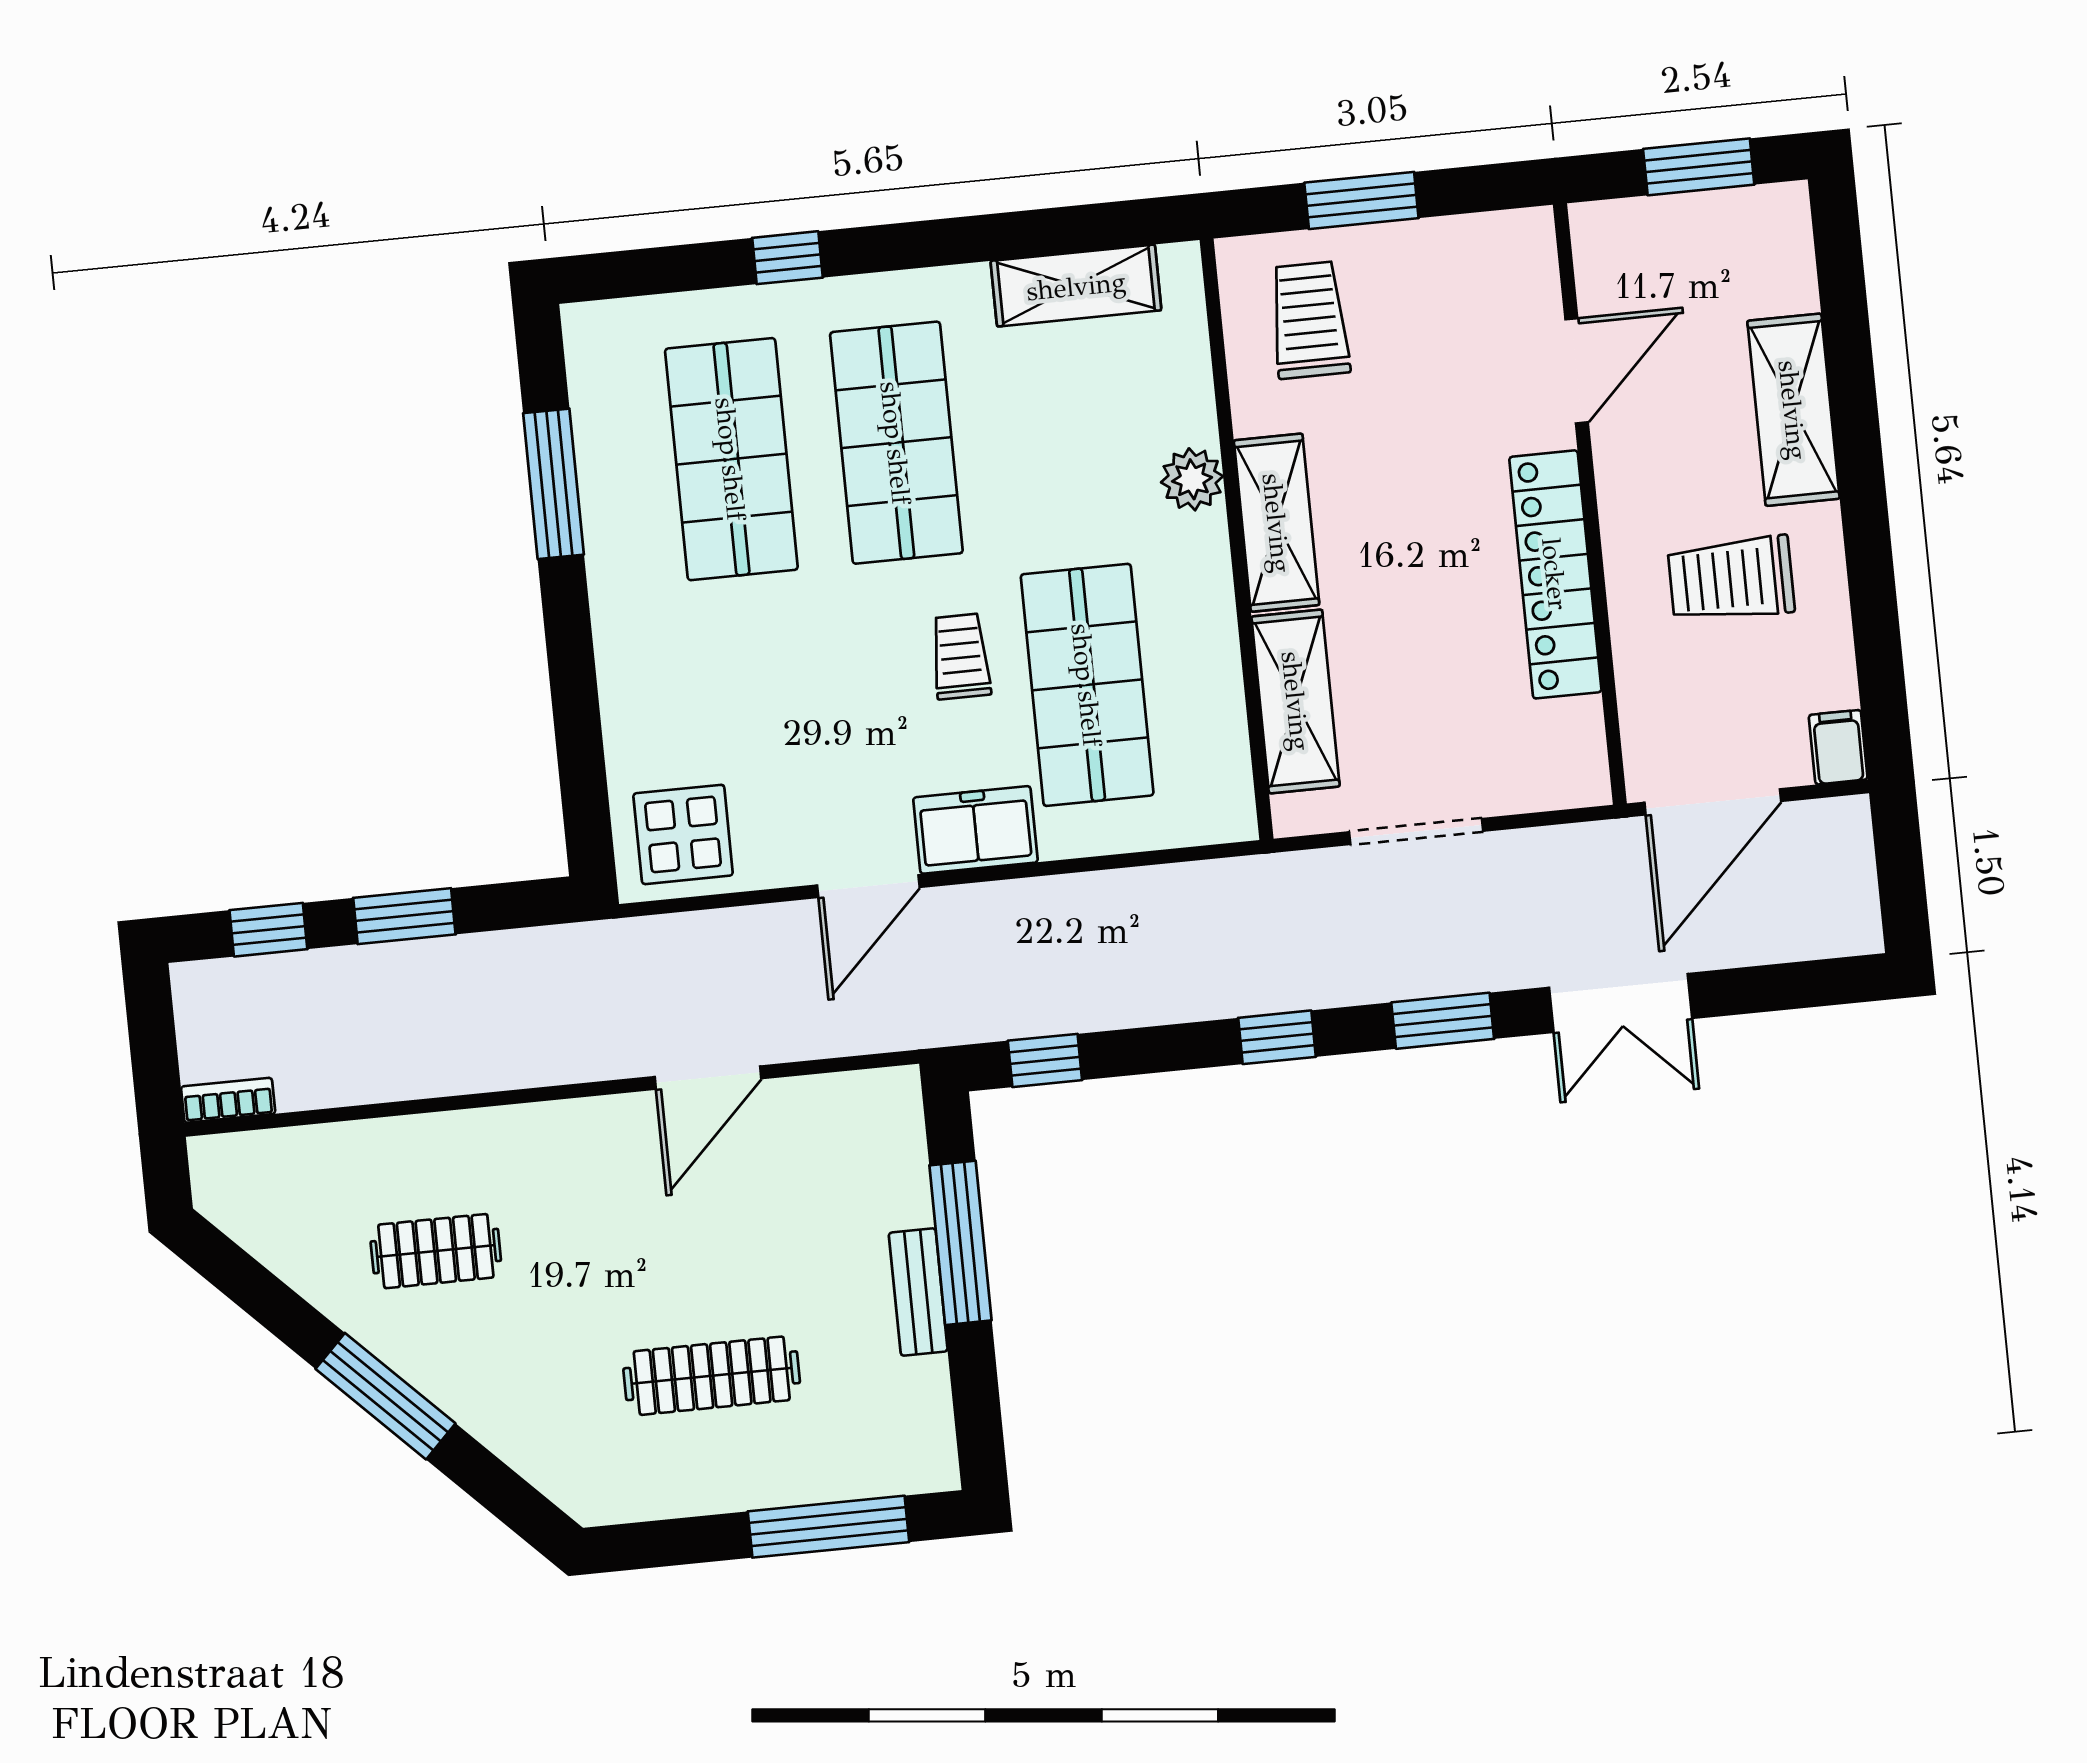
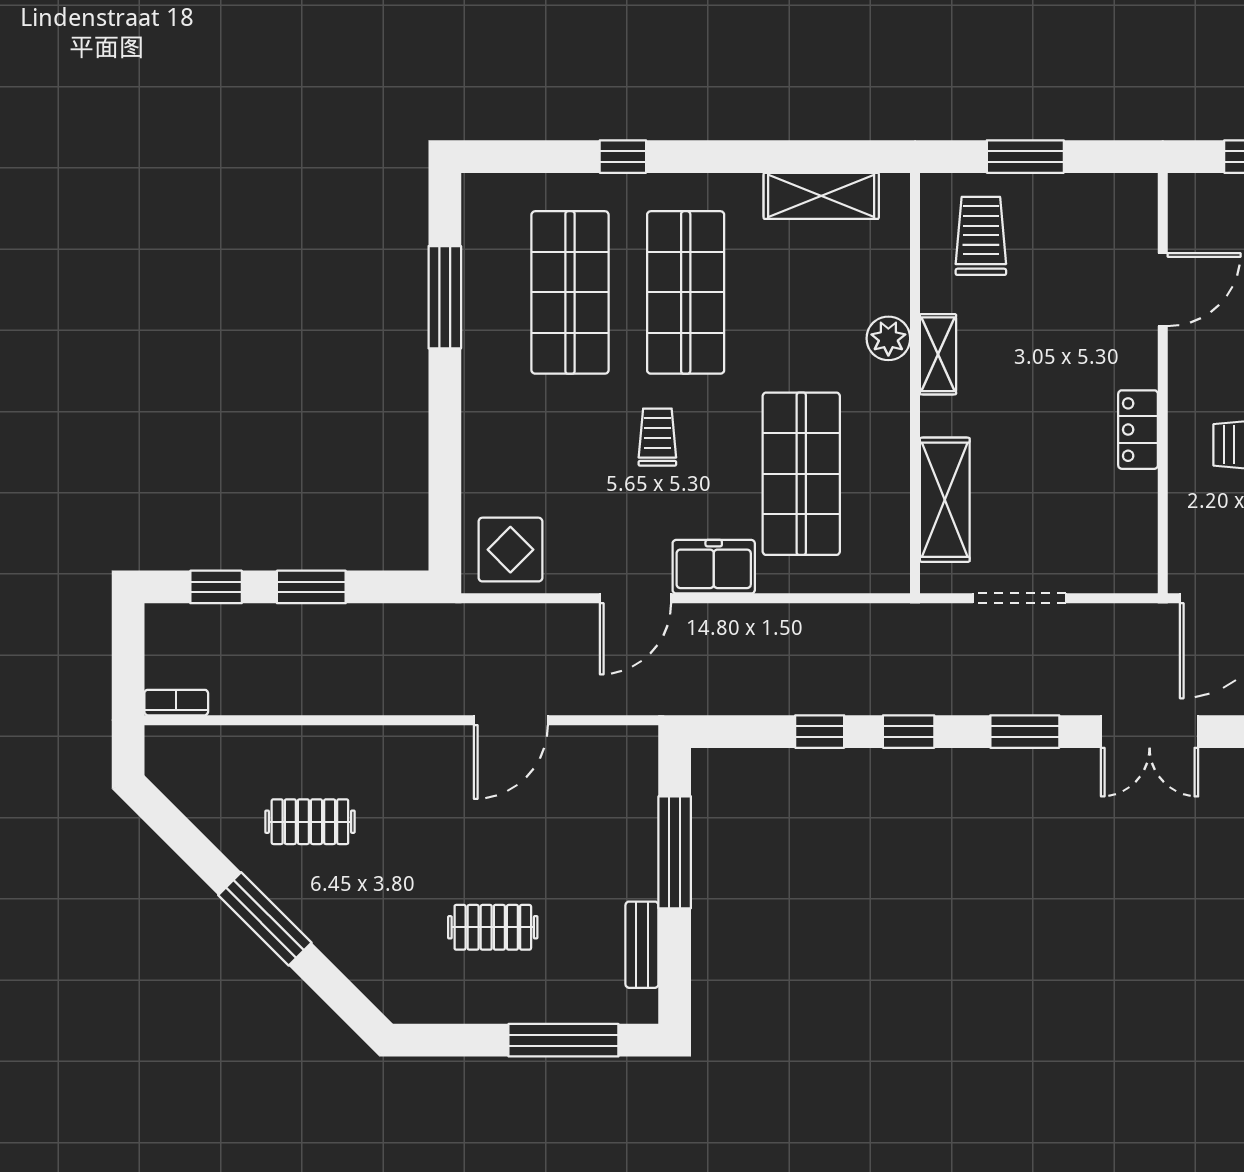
shelving: (1277, 523) -> (938, 354), width x0.67, depth x0.75
locker: (1555, 574) -> (1138, 430), width x0.46, depth x0.83
trolley: (961, 656) -> (657, 437), moved
window: (1045, 1060) -> (820, 732), moved
bench: (918, 1292) -> (642, 945), moved
clothes rail: (712, 1376) -> (493, 927), width x0.73

